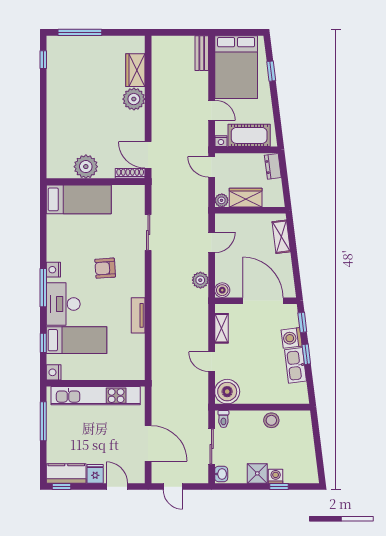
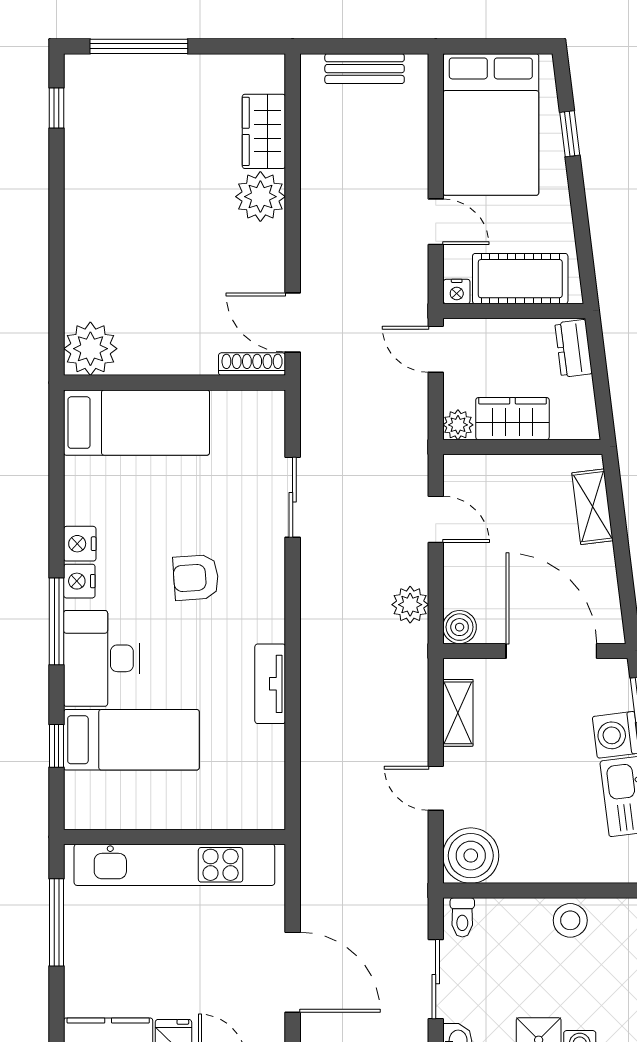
bench: (202, 53) -> (365, 69), moved, turned 90
plant: (86, 167) -> (90, 349), moved
door: (212, 242) -> (436, 519), hinge flipped
nightstand: (54, 372) -> (80, 544), moved

